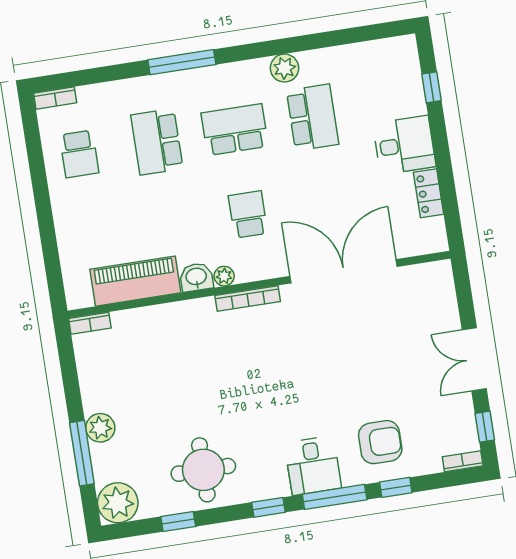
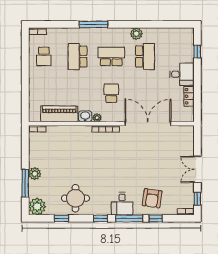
armchair: (380, 442) -> (152, 198), turned 98

